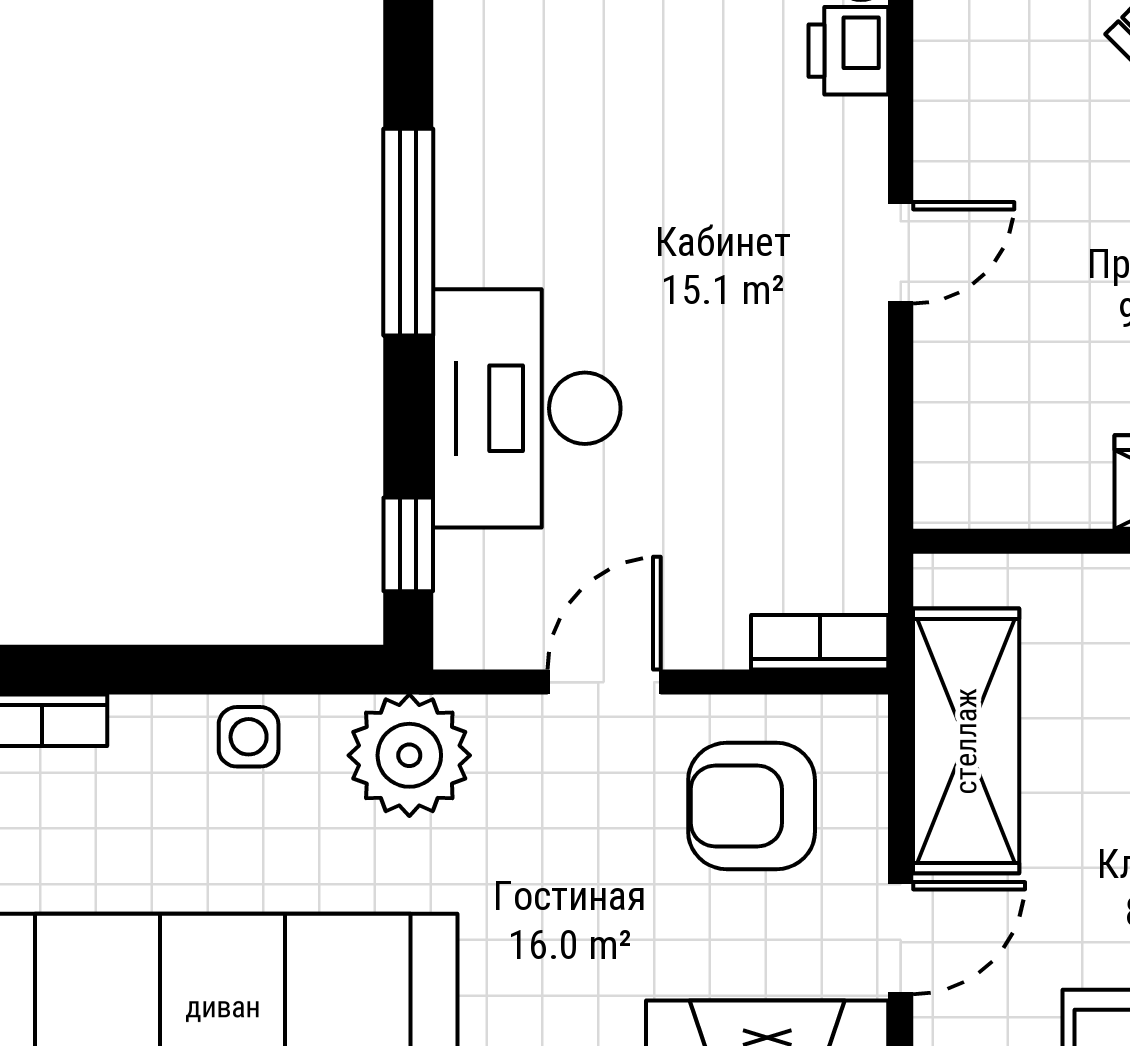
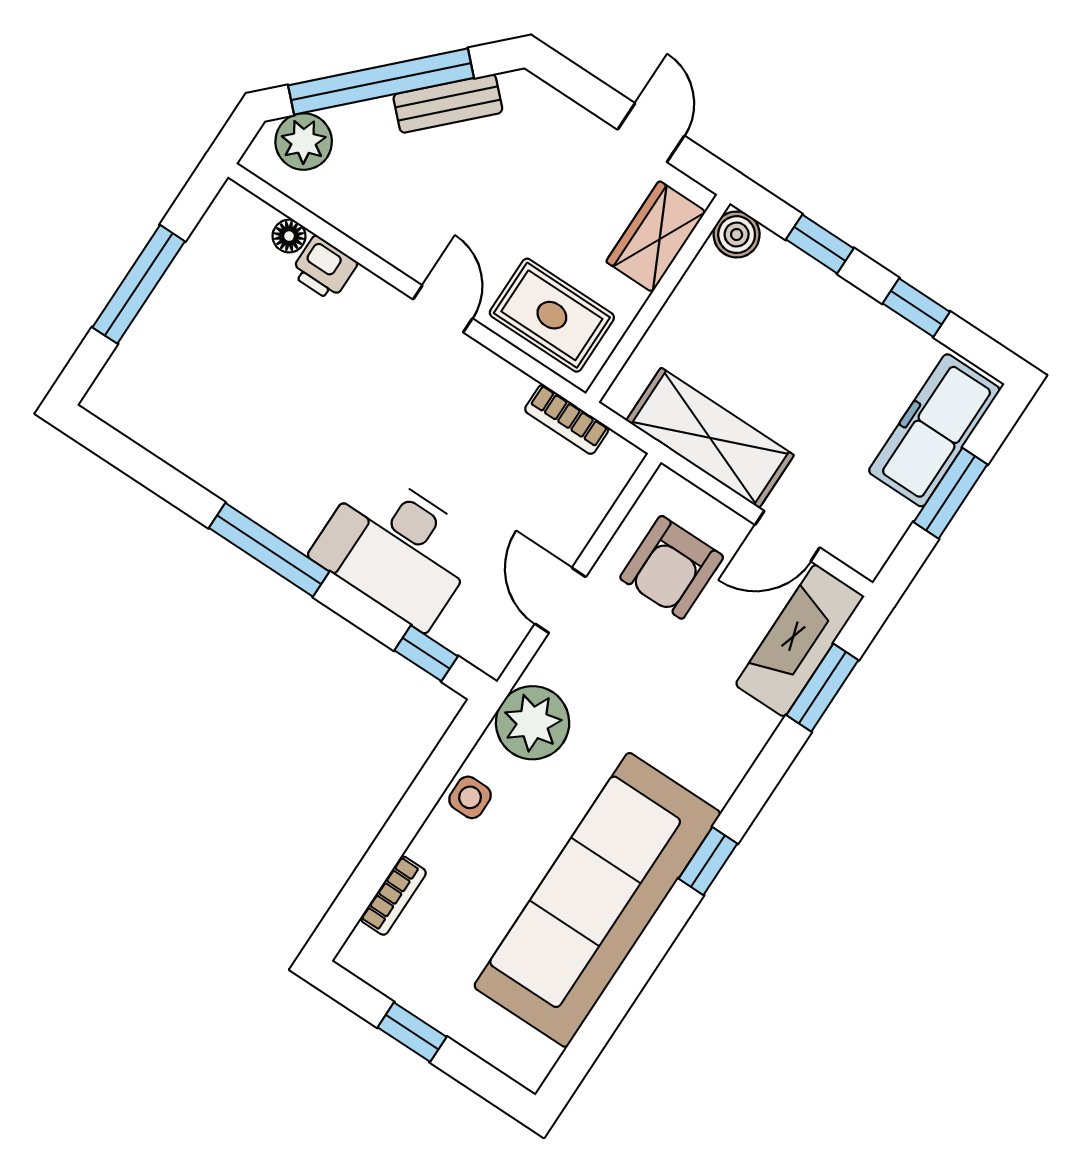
rug: (992, 410) -> (552, 315), added
bookcase: (820, 642) -> (567, 419), moved, turned -90
door: (901, 938) -> (787, 536), swing flipped

